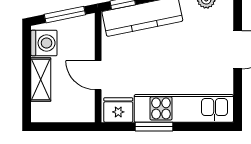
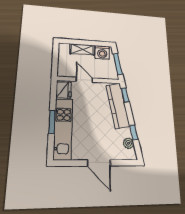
door: (98, 75) -> (84, 80), hinge flipped
window: (154, 127) -> (52, 122), moved

